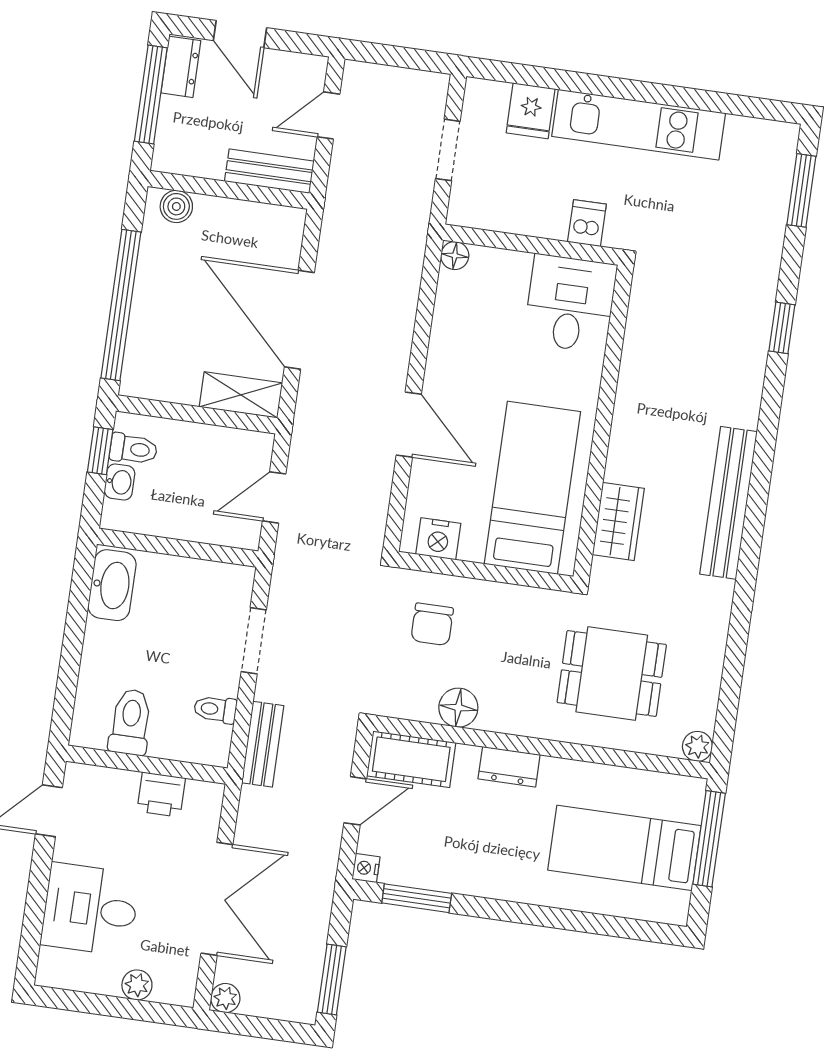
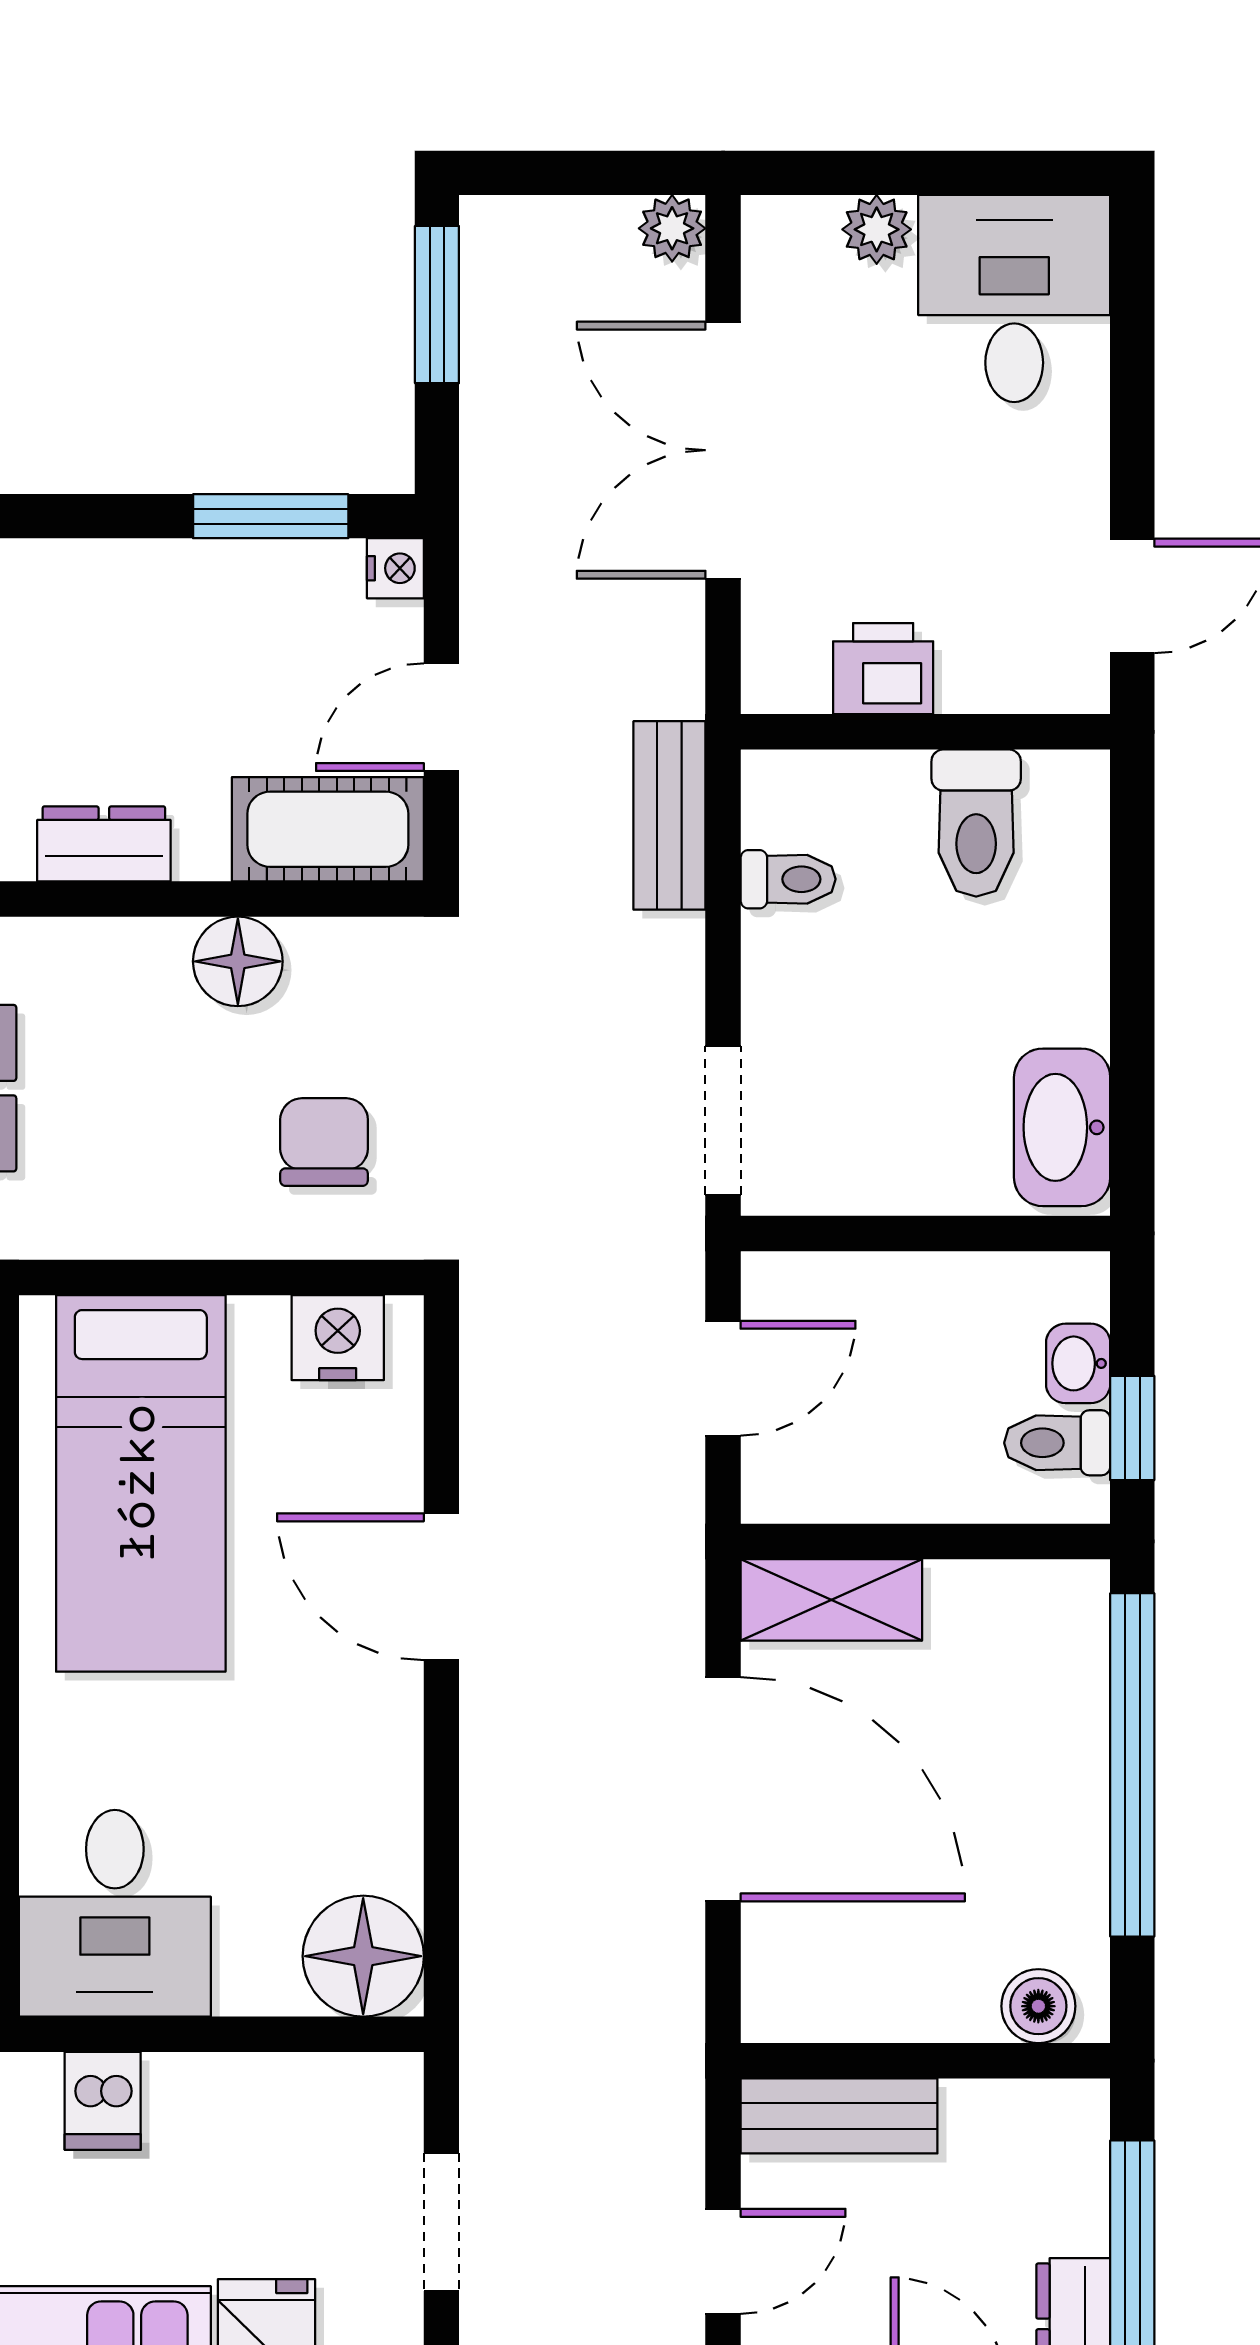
floor lamp: (455, 256) -> (363, 1956), width x1.89, depth x1.89
doorway: (254, 641) -> (723, 1121), moved
desk: (90, 909) -> (1014, 299), moved, turned -90

